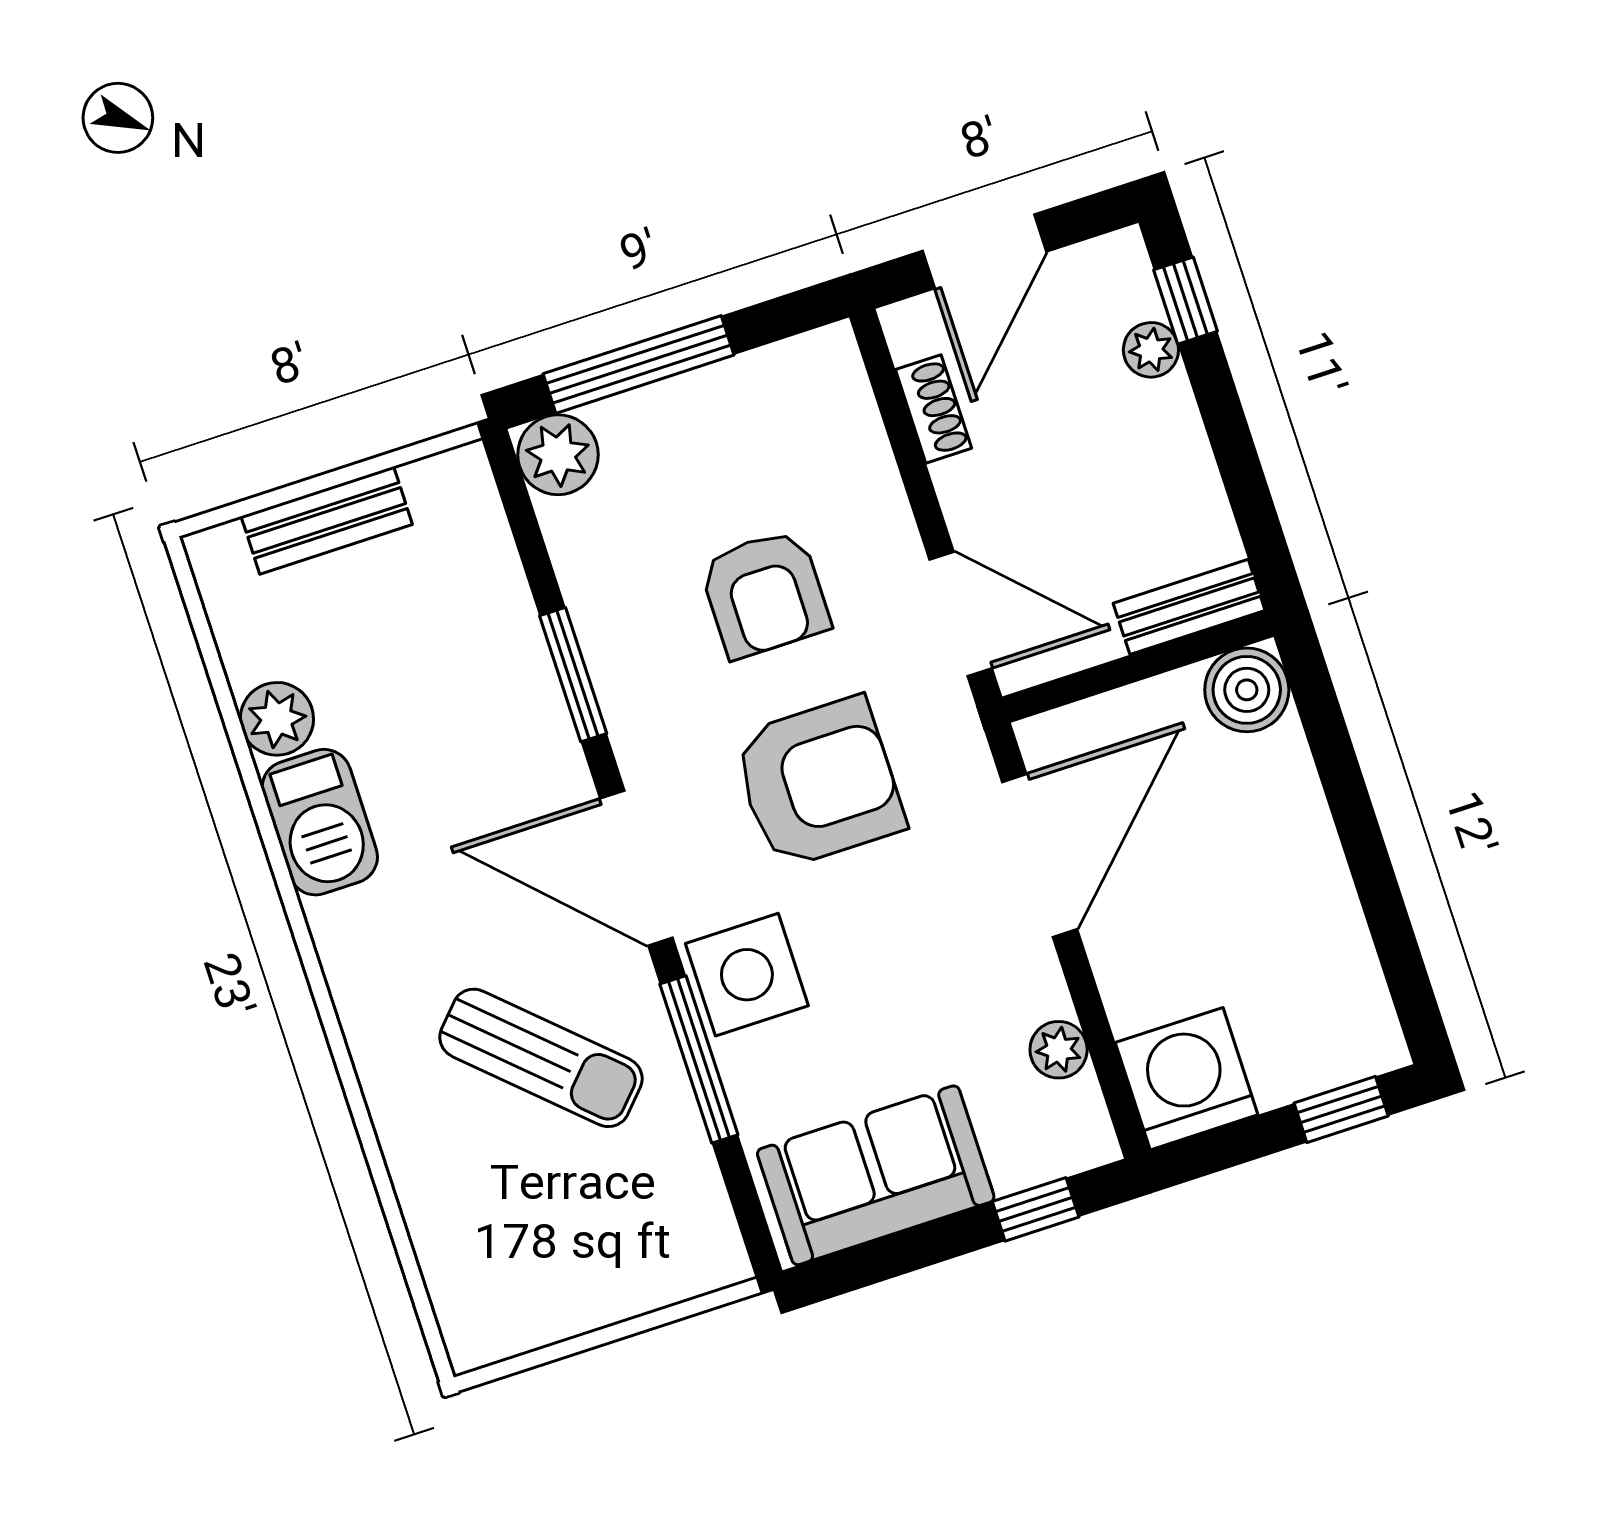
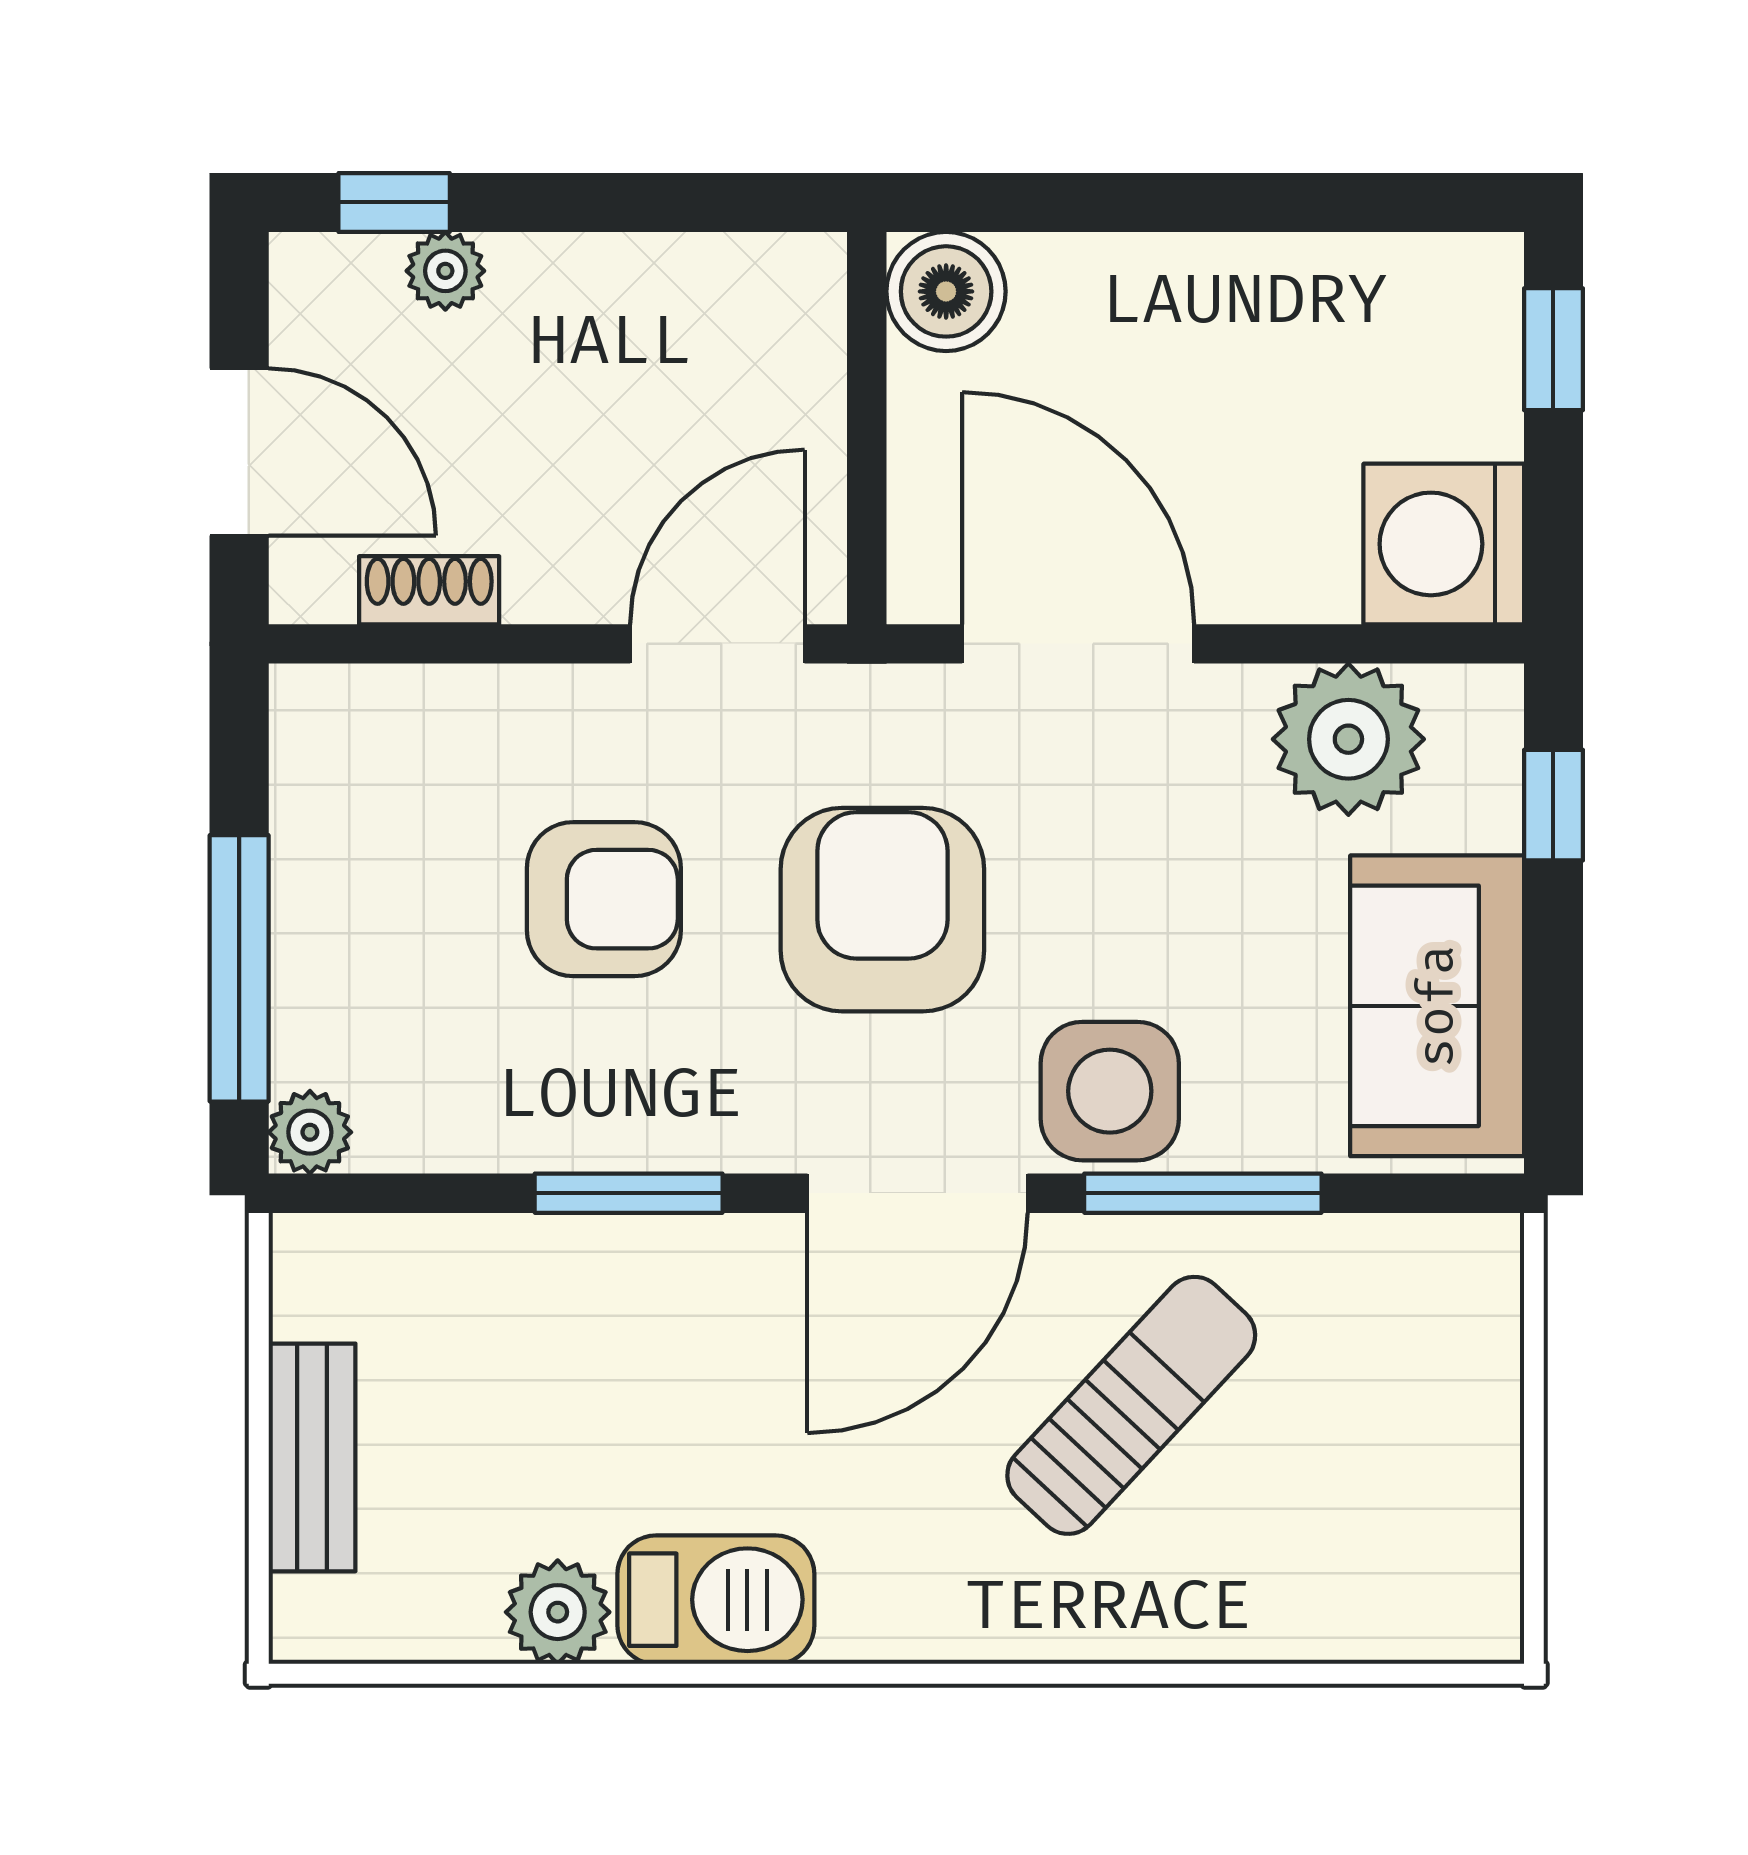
plant: (558, 455) -> (310, 1132), width x0.73, depth x0.73
bench: (1189, 607) -> (809, 333), removed
plant: (1059, 1050) -> (1348, 739), width x1.88, depth x1.88

